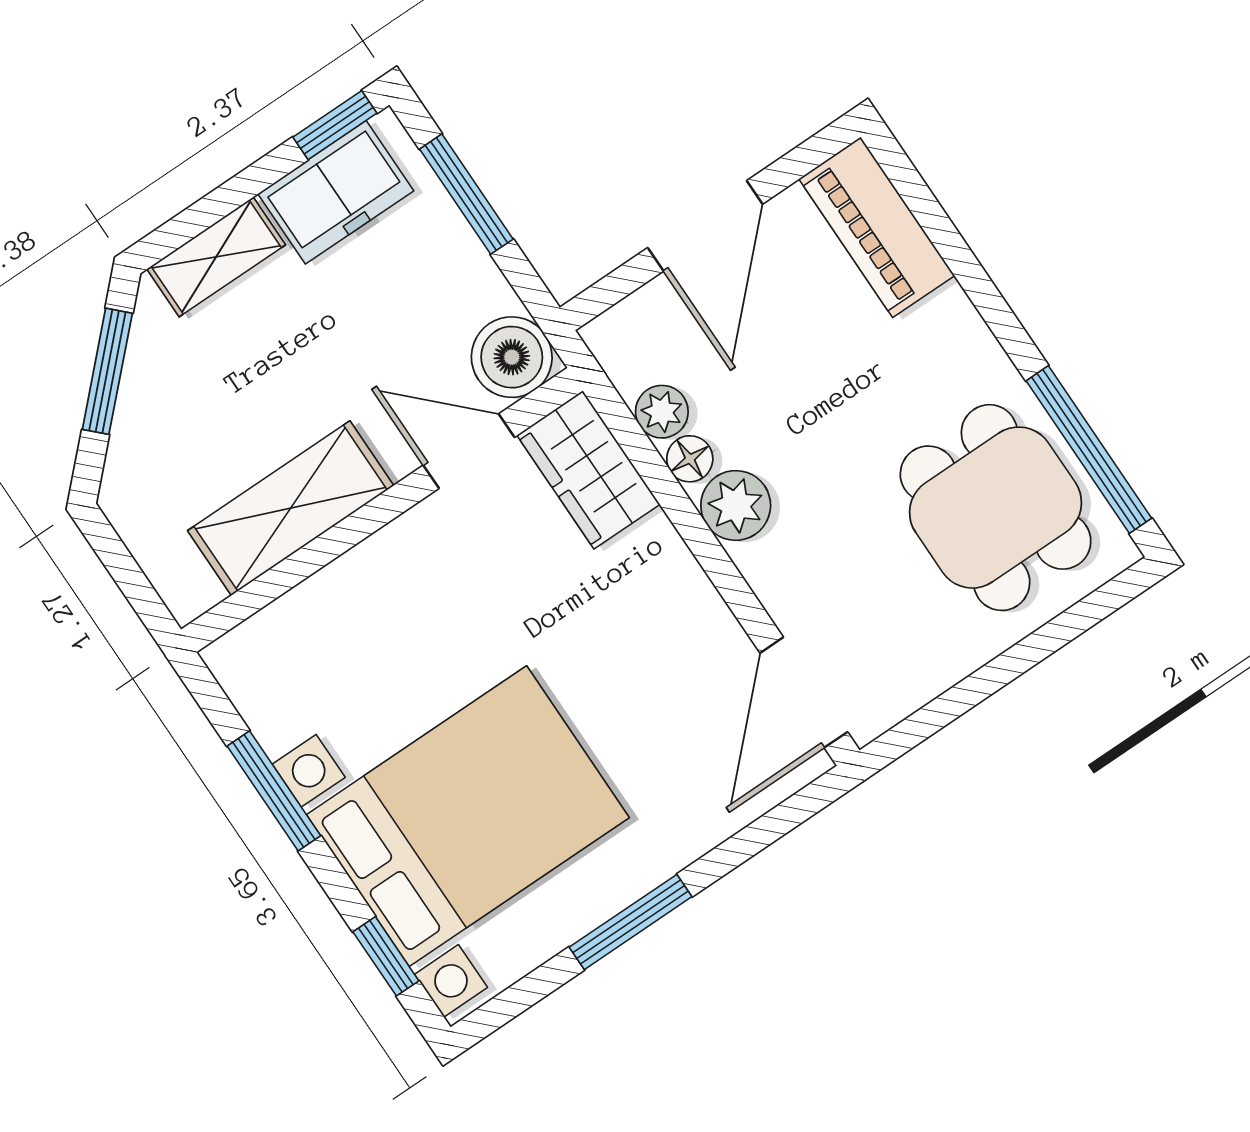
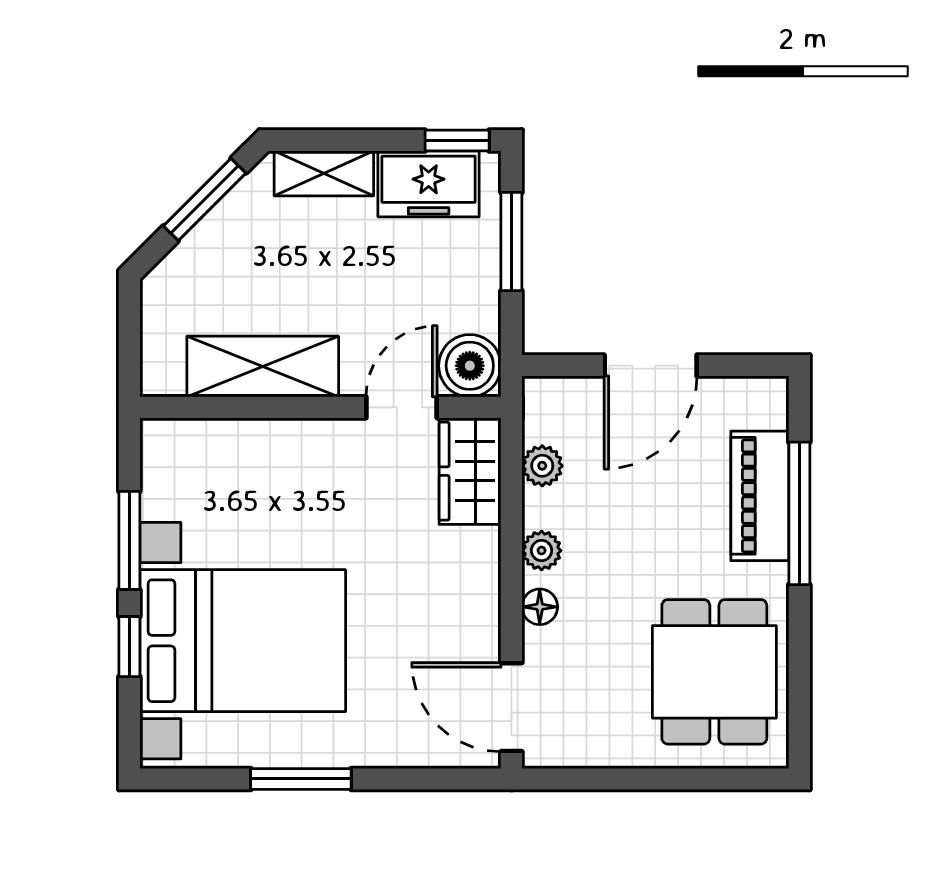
piano: (877, 227) -> (760, 496), moved
window: (1089, 450) -> (799, 513), moved
door: (469, 451) -> (402, 407), hinge flipped
floor lamp: (690, 459) -> (540, 607), moved
plant: (736, 505) -> (542, 551), width x0.73, depth x0.73
door: (804, 692) -> (511, 707), hinge flipped
window: (386, 956) -> (129, 647), moved

